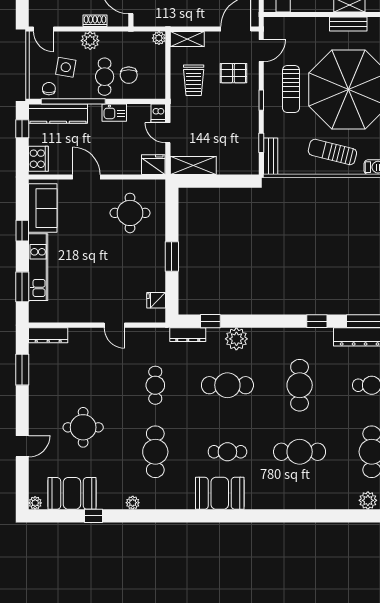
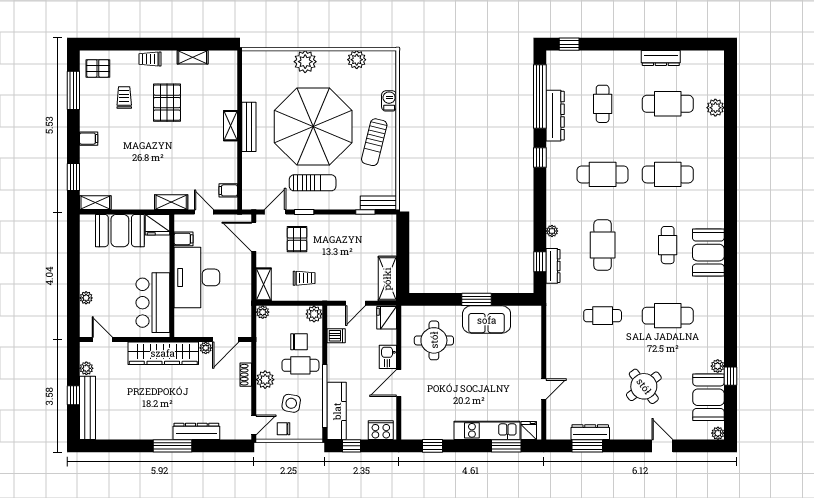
bench: (348, 24) -> (249, 127), width x1.36
door: (261, 51) -> (275, 212), hinge flipped
trolley: (194, 80) -> (304, 278), width x0.73, depth x0.72
chair: (49, 89) -> (284, 429), moved
plant: (157, 91) -> (314, 314), added
window: (261, 100) -> (304, 212), moved
kitchen sink: (114, 113) -> (388, 357), moved, turned 180
dishwasher: (158, 113) -> (336, 336), moved
sofa: (43, 208) -> (487, 320), moved, turned 180
window: (22, 231) -> (433, 446), moved
fridge: (156, 300) -> (529, 431), moved, turned 180
door: (114, 325) -> (544, 389), moved
dresser: (48, 335) -> (590, 432), moved, turned -90
dresser: (188, 335) -> (553, 266), moved
plant: (236, 339) -> (552, 231), width x0.53, depth x0.53
round table: (83, 427) -> (644, 386), turned -37
cafe table: (300, 452) -> (668, 174), turned 90
plant: (133, 503) -> (718, 366), moved

